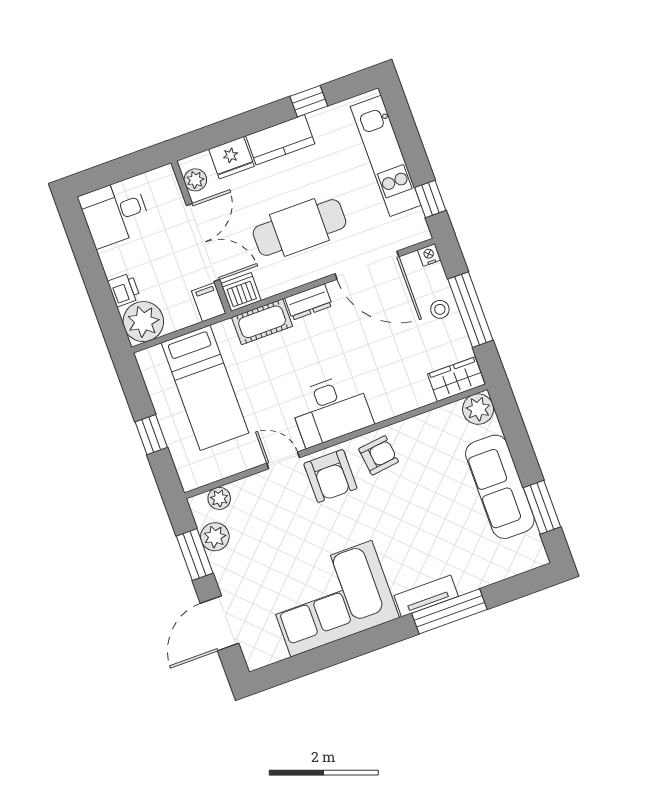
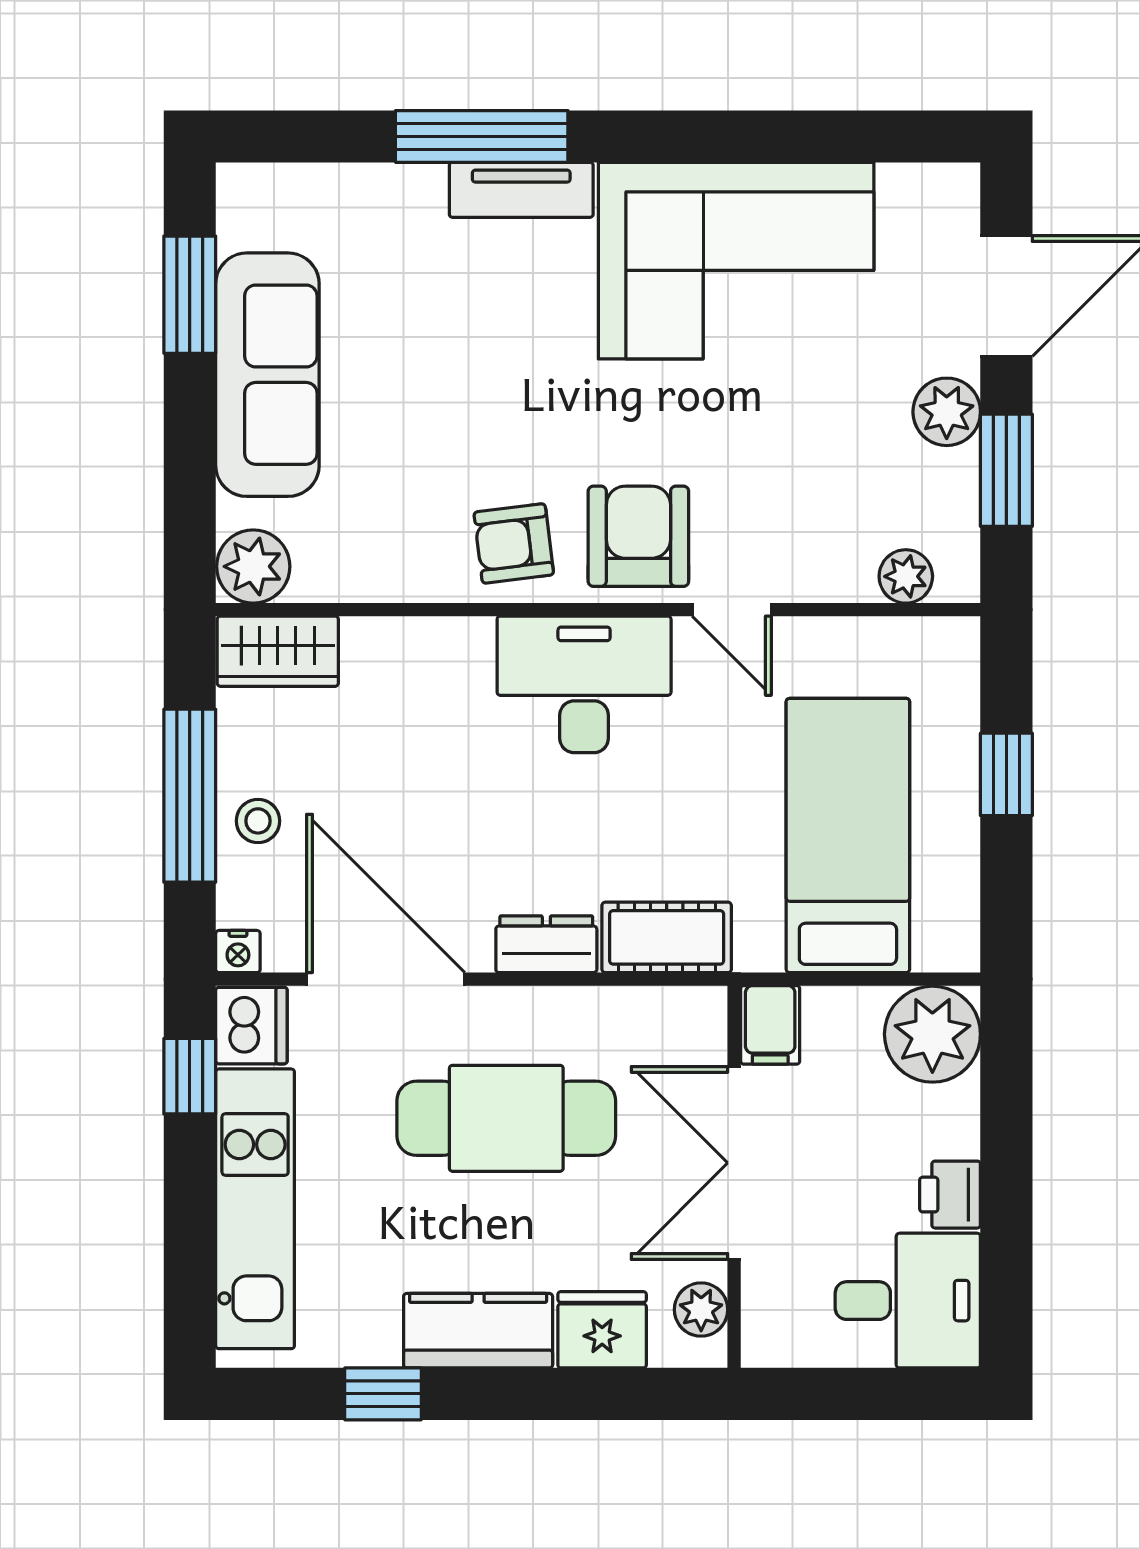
printer: (124, 290) -> (950, 1195), moved
dishwasher: (241, 292) -> (251, 1026), moved, turned -90
plant: (215, 537) -> (947, 412), moved

